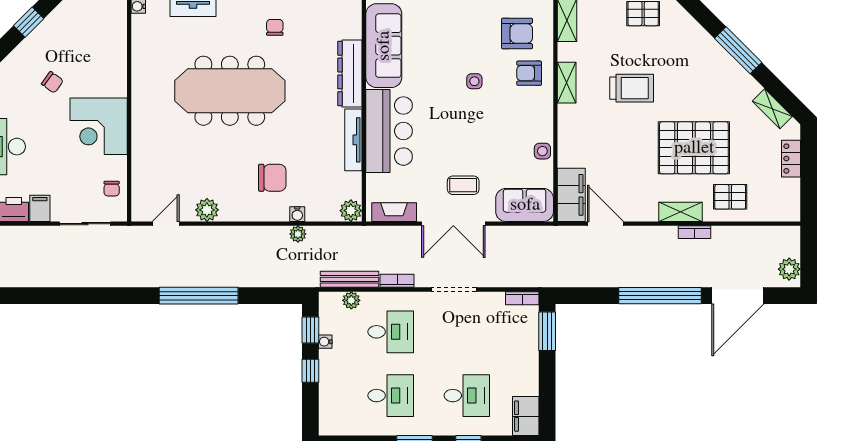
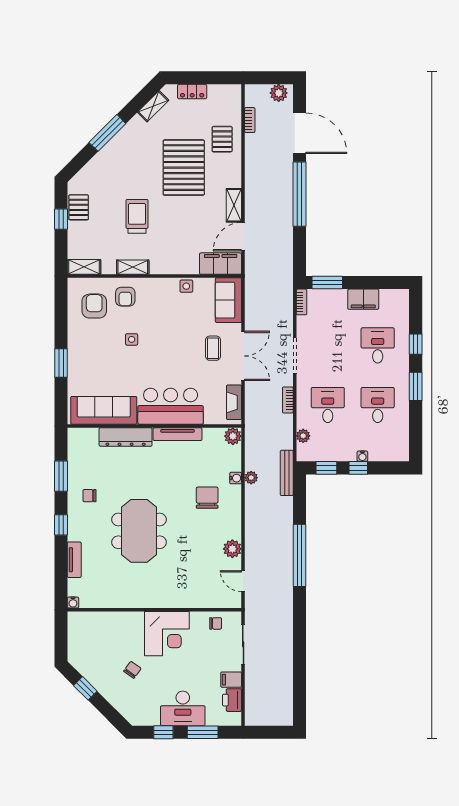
meeting table: (230, 91) -> (139, 531), width x0.73
shelving: (681, 212) -> (234, 205), moved
bookcase: (694, 232) -> (250, 120), moved
bench: (349, 279) -> (287, 473), moved
water cooler: (325, 342) -> (362, 456), moved
filing cabinet: (526, 416) -> (363, 299), moved

